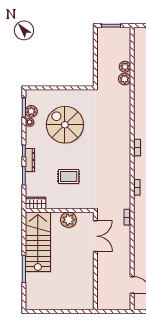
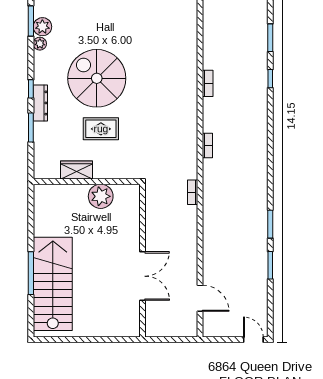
spiral stairs: (65, 125) -> (97, 78), moved
wardrobe: (36, 203) -> (77, 170), moved
double door: (95, 236) -> (143, 276), moved
stairs: (38, 242) -> (53, 284), moved

